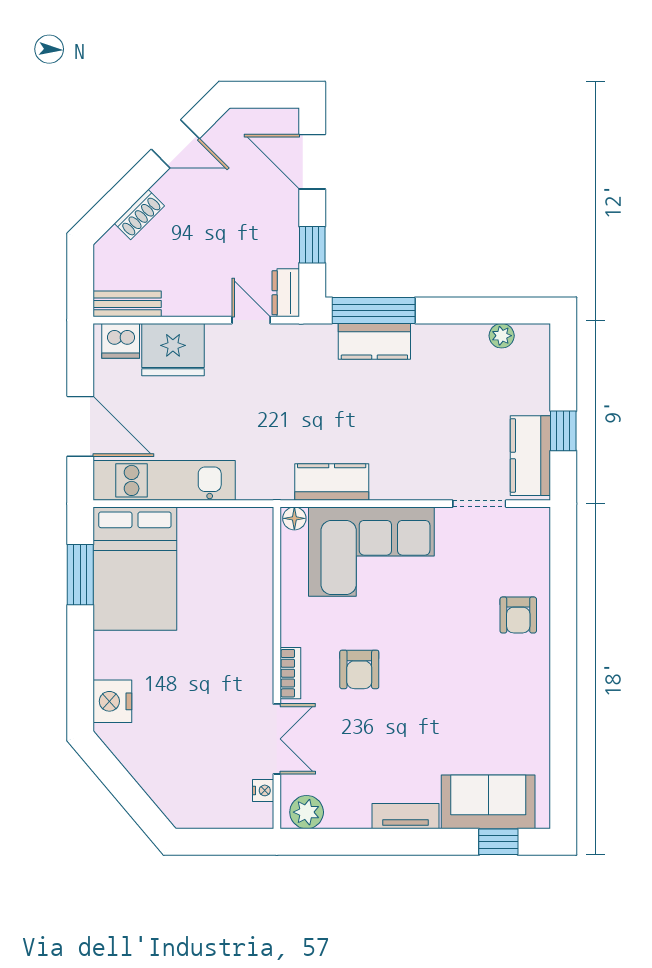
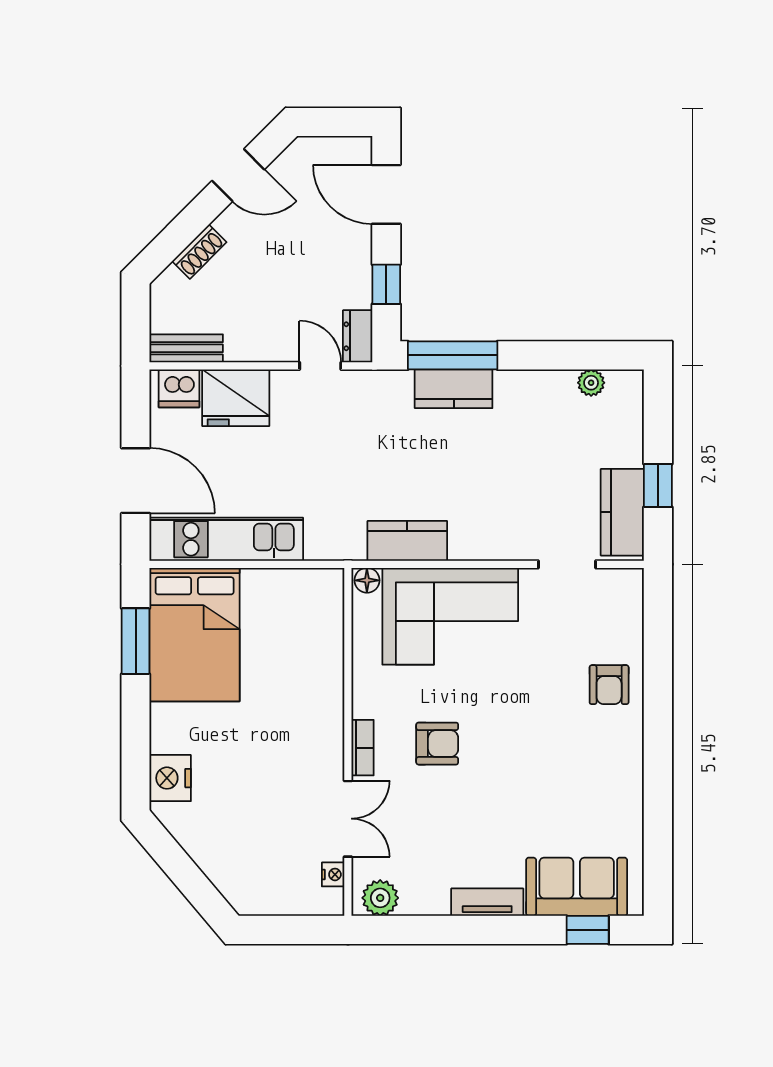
armchair: (359, 669) -> (437, 744), turned -90

